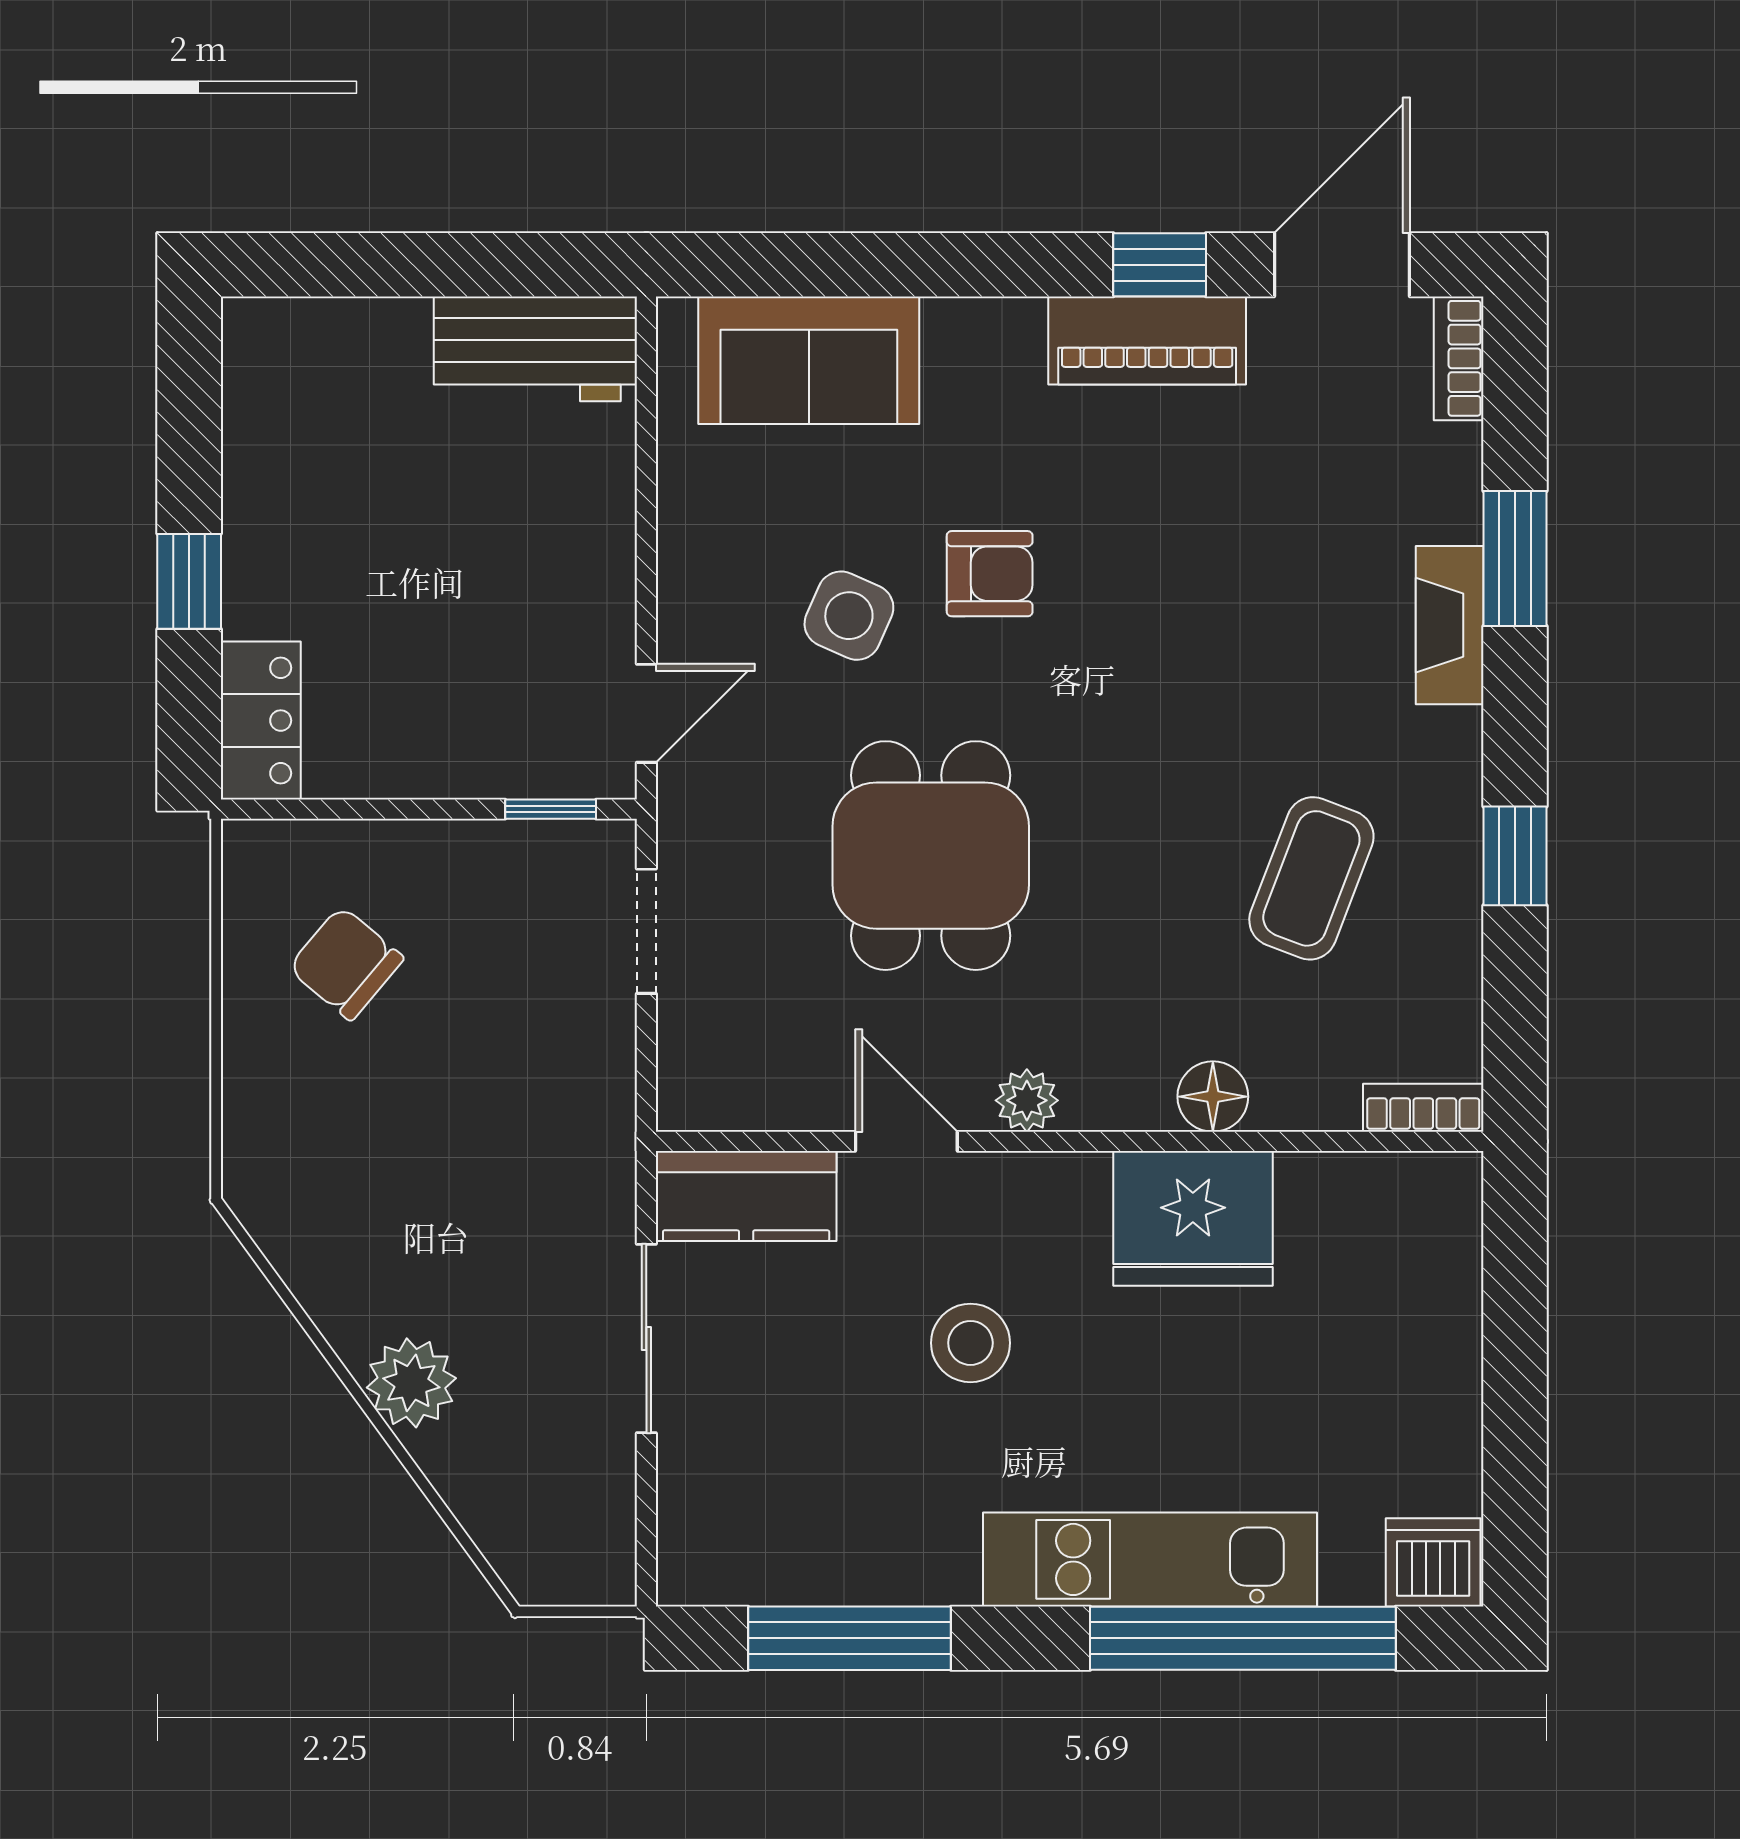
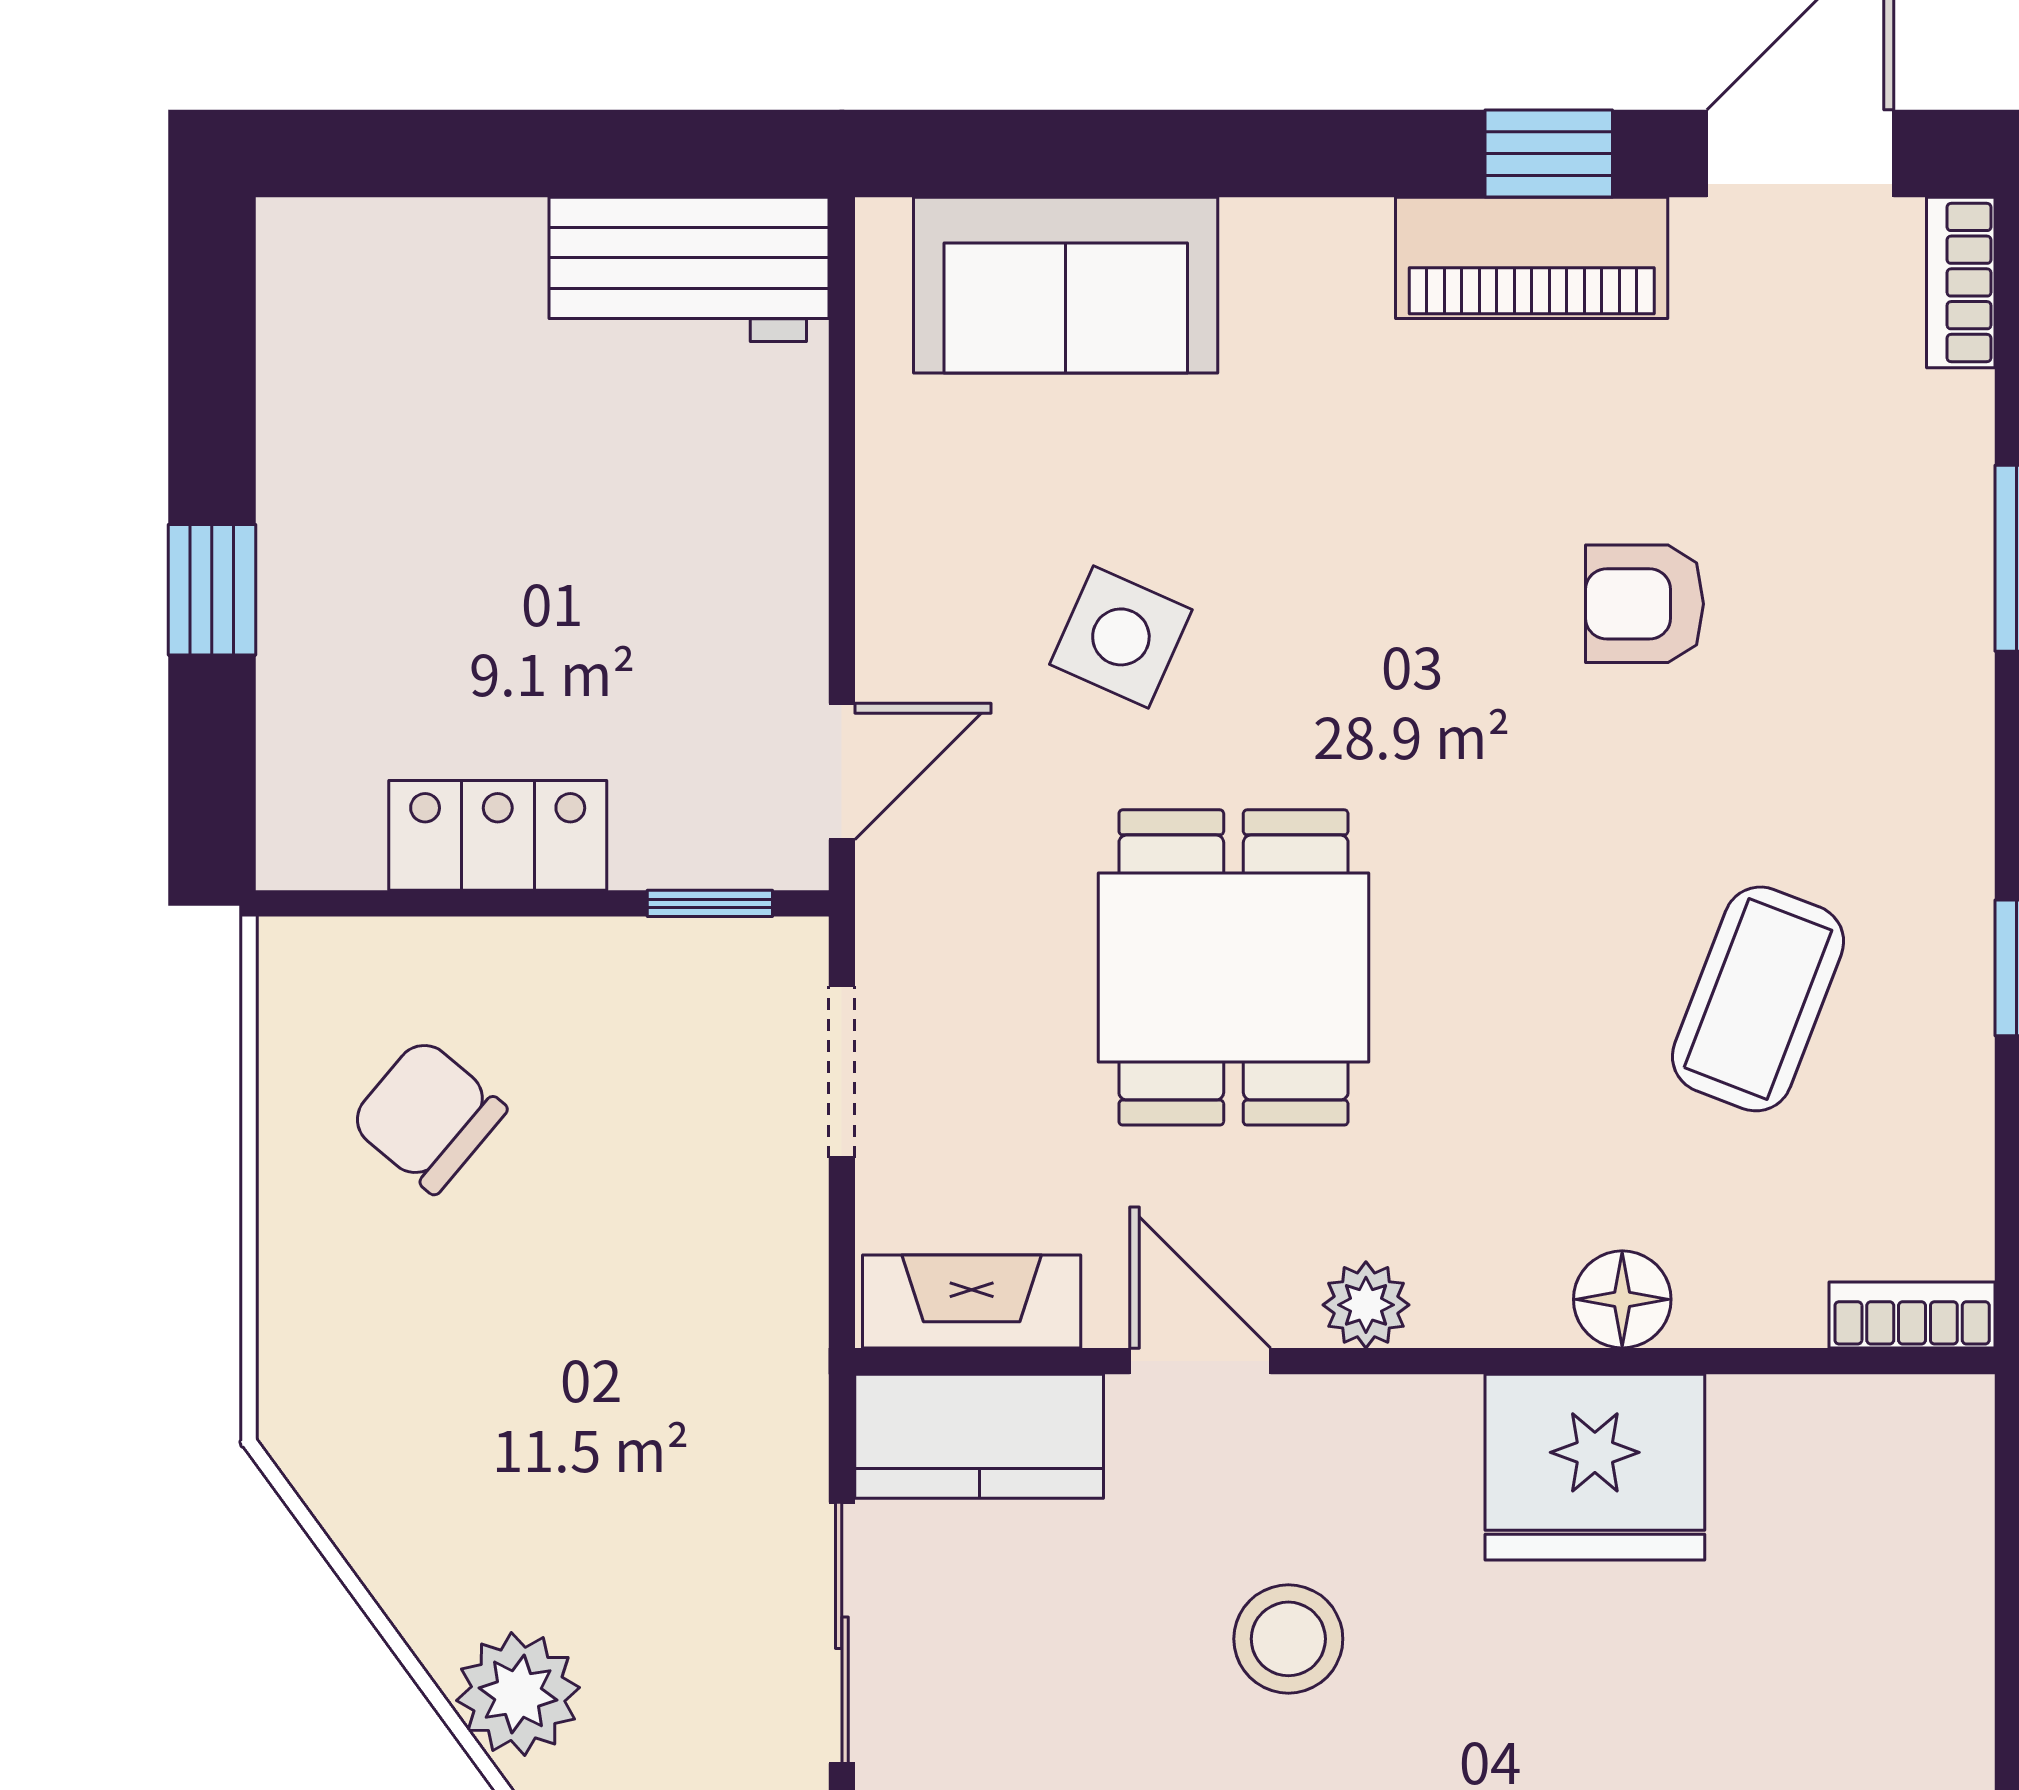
armchair: (990, 574) -> (1645, 604), moved, turned 180
fireplace: (1450, 625) -> (972, 1301), moved, turned 90
locker: (261, 721) -> (498, 835), moved, turned -90

